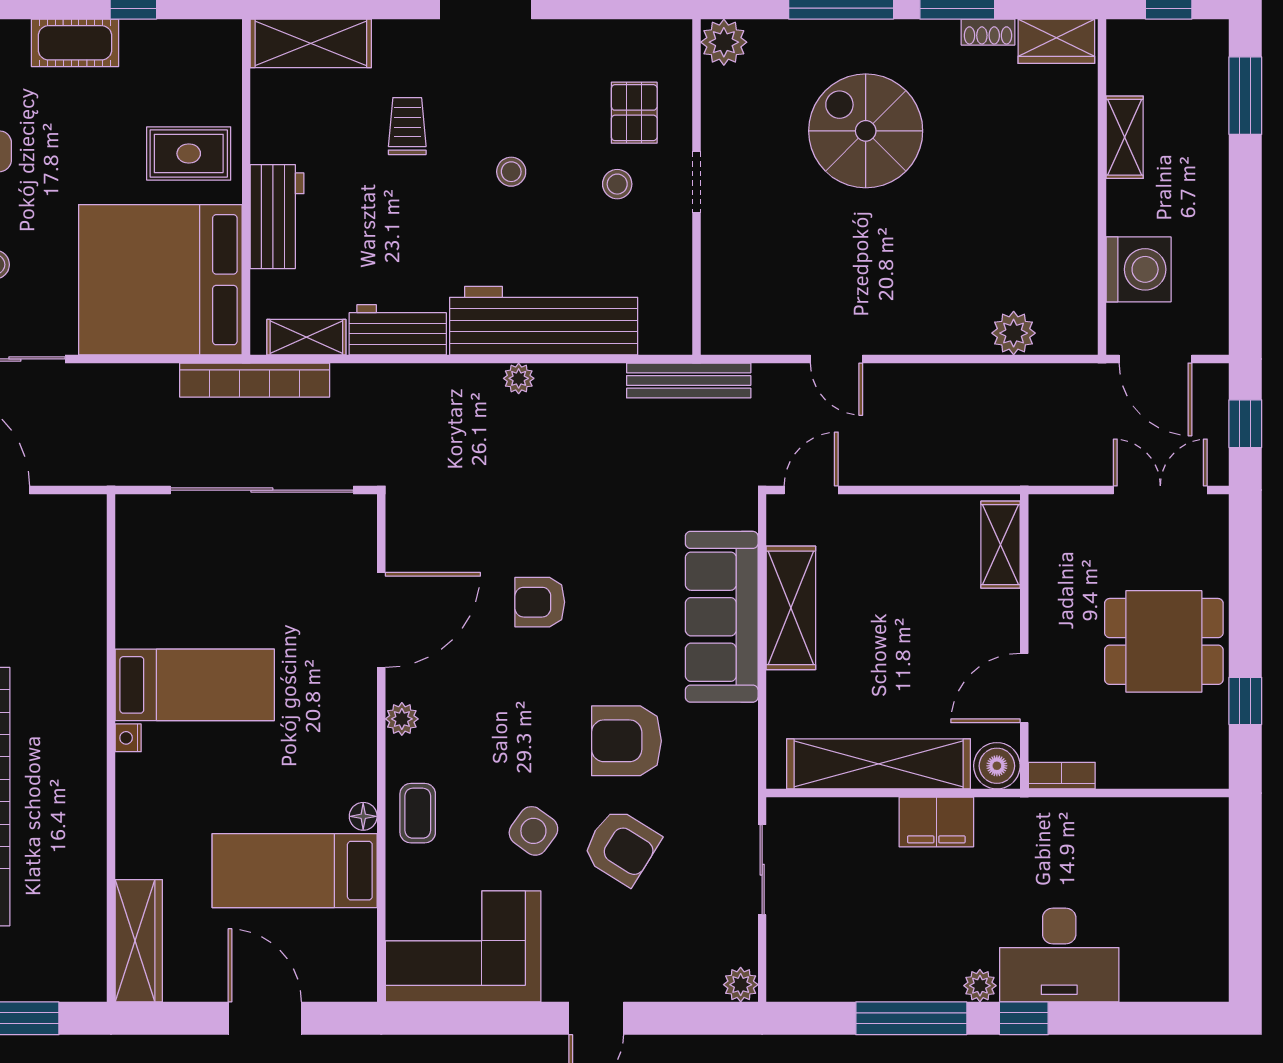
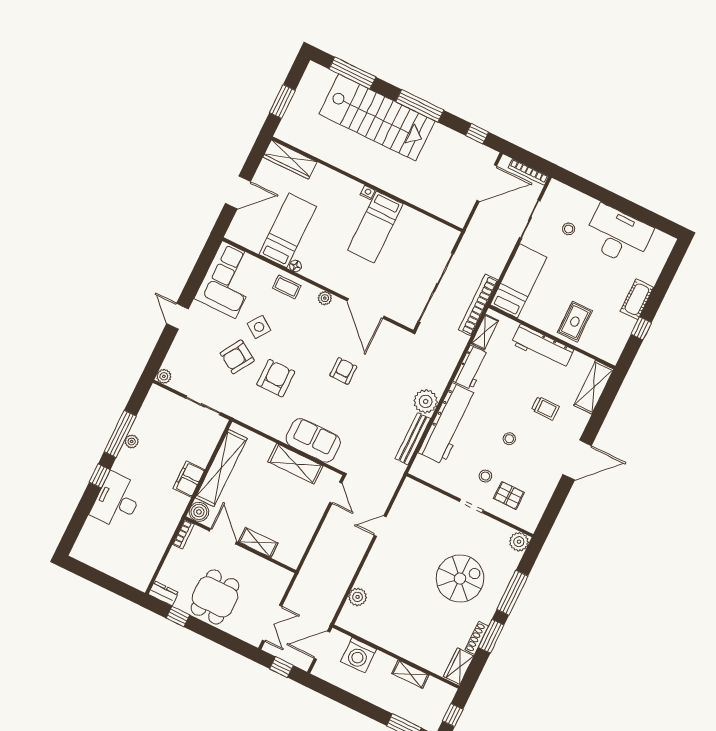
shoe rack: (988, 32) -> (477, 638), width x1.43
workbench: (277, 217) -> (542, 347), width x1.38
bed: (160, 280) -> (519, 281), width x0.49
plant: (519, 378) -> (426, 401), width x1.87, depth x1.87
bench: (689, 380) -> (413, 439), moved
shelving: (1001, 545) -> (258, 542), moved
sofa: (722, 617) -> (313, 440), width x0.73
dresser: (1211, 757) -> (163, 593), added
plant: (980, 986) -> (132, 441), moved

